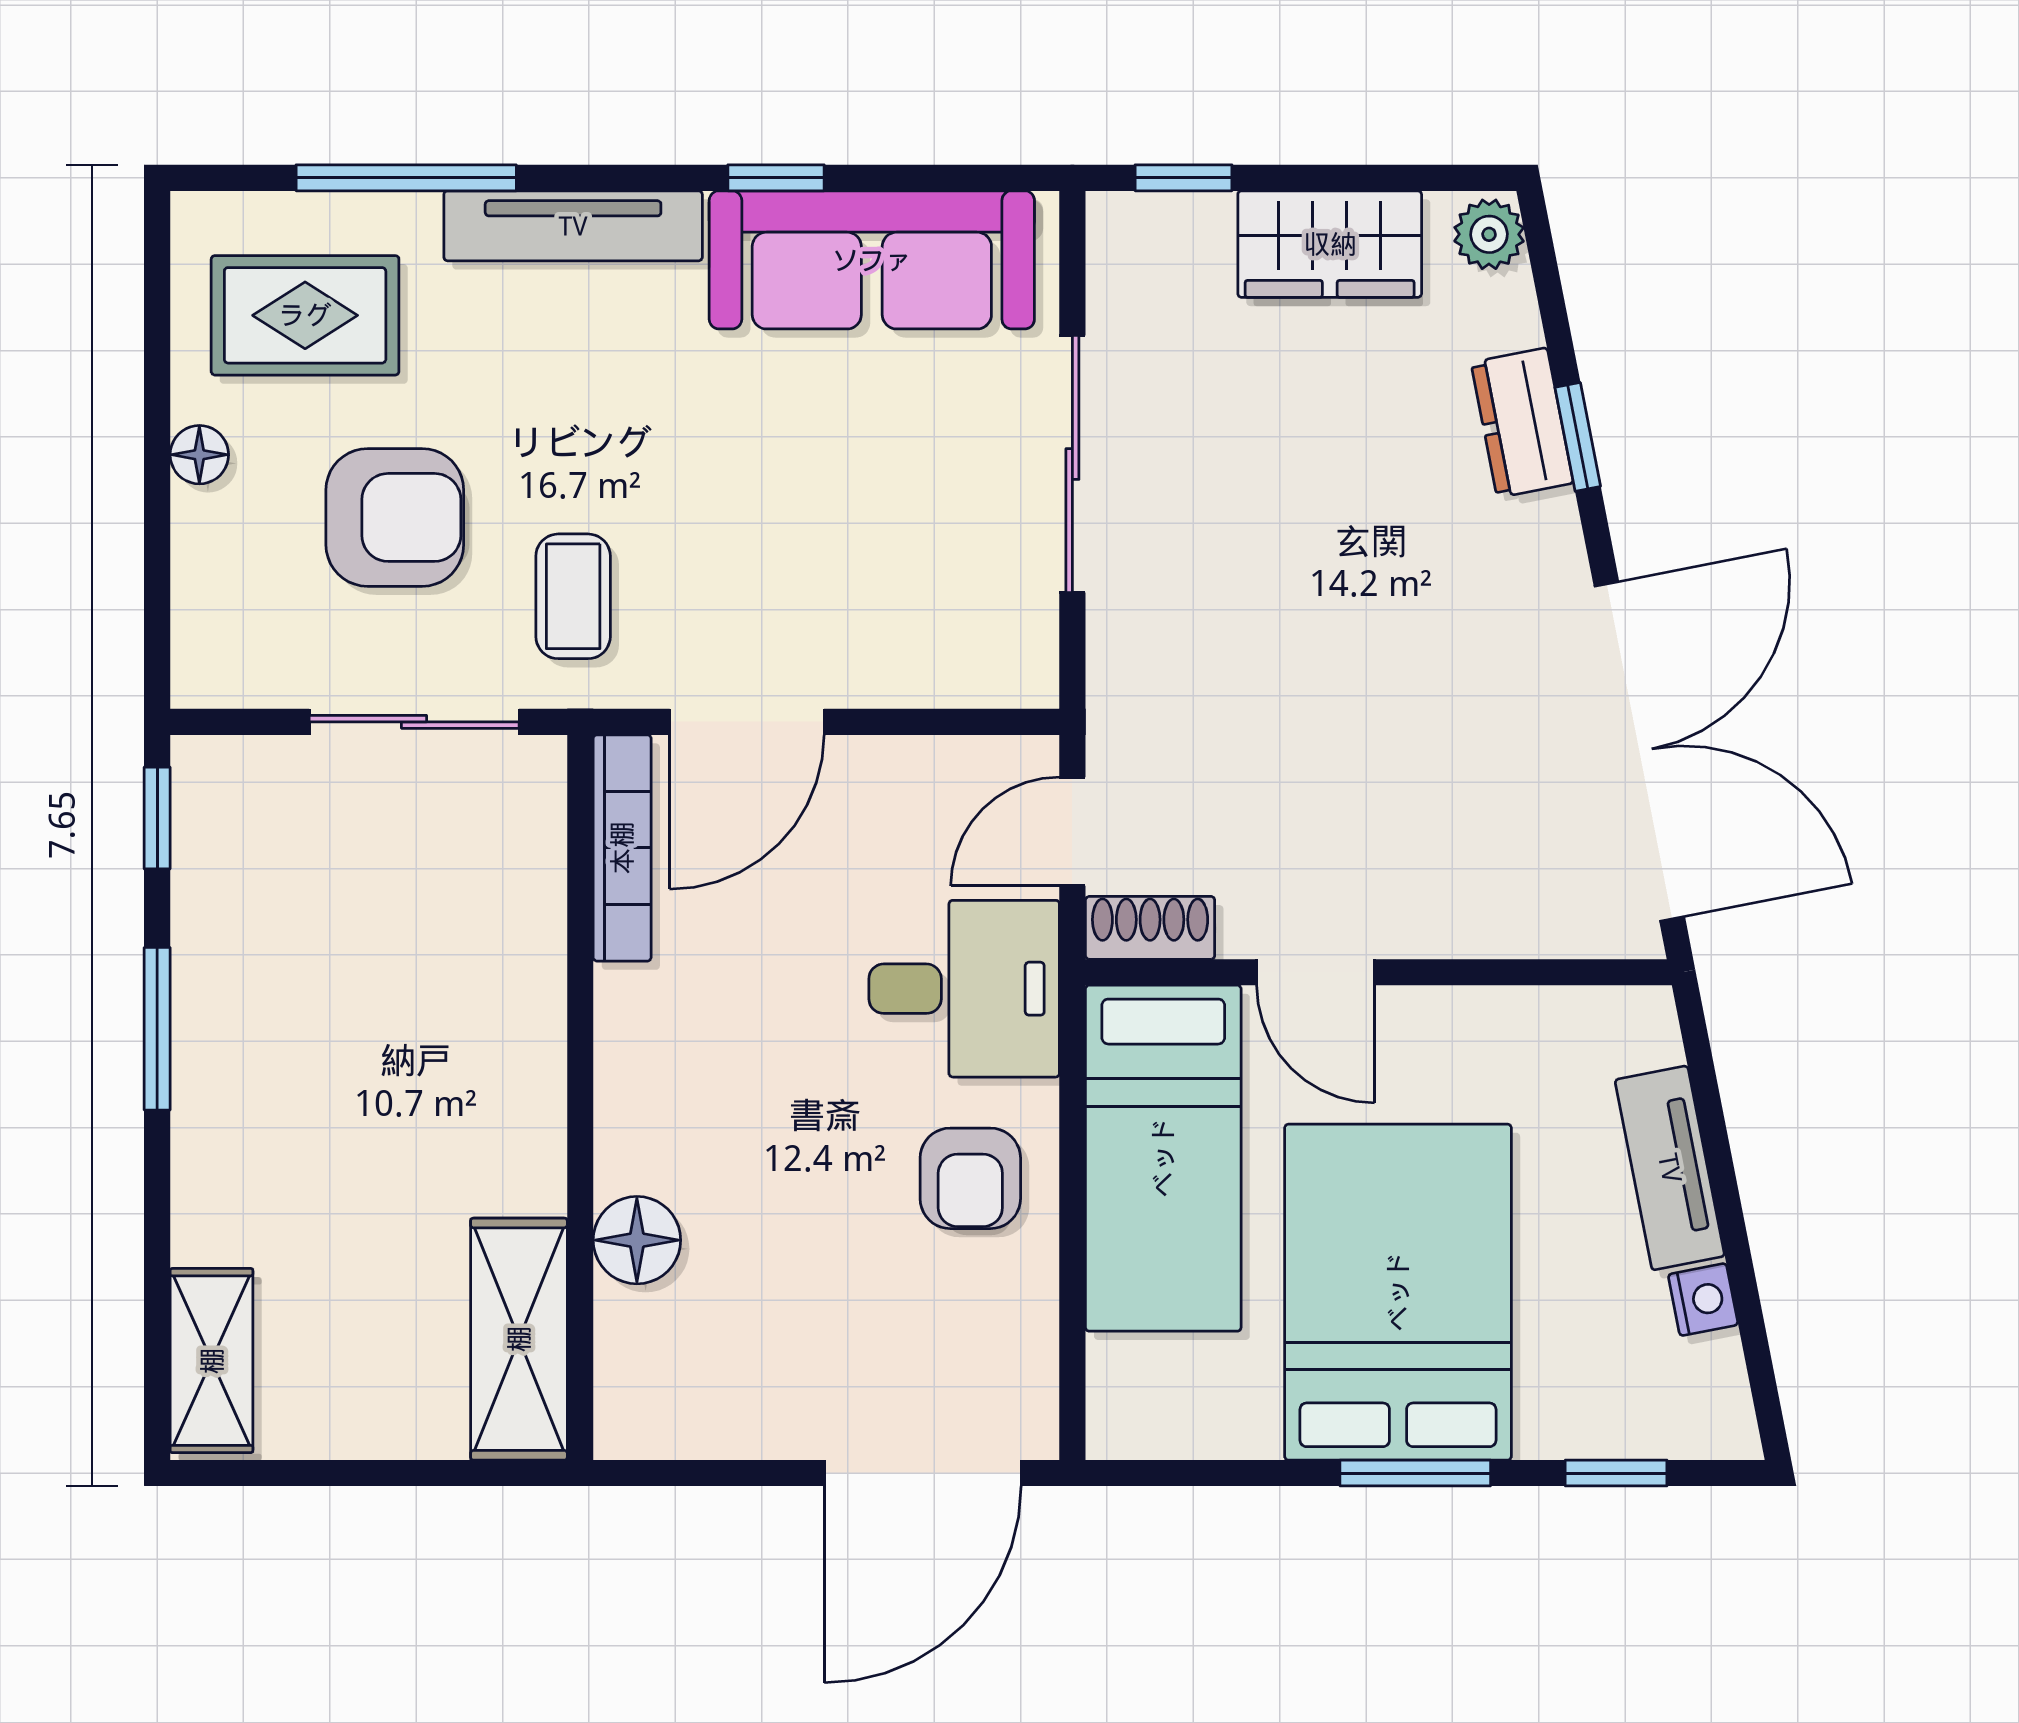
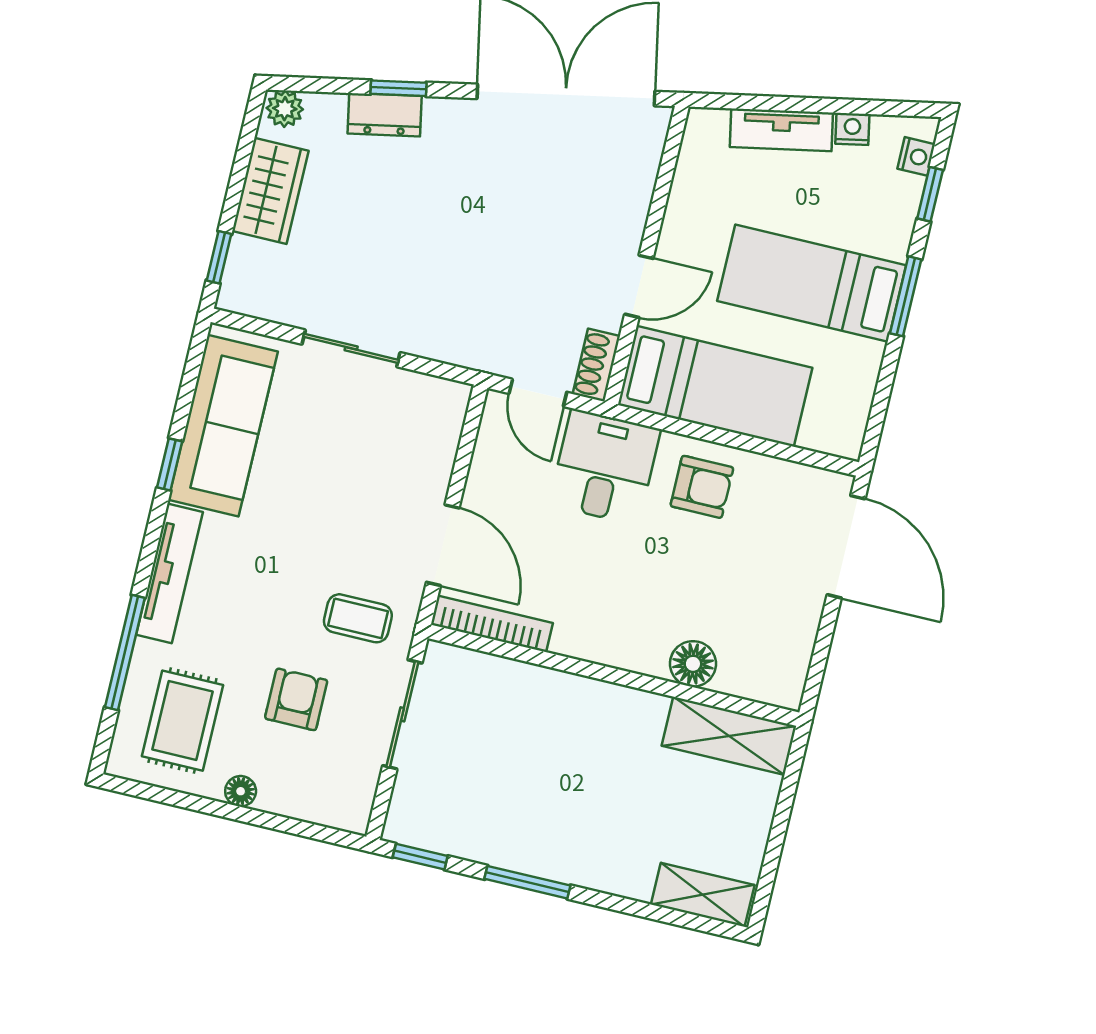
sliding door: (1072, 464) -> (351, 348), width x0.73
armchair: (395, 517) -> (296, 699), width x0.72, depth x0.72
bed: (1398, 1292) -> (812, 283), width x0.67
nightstand: (1680, 1431) -> (916, 156), added

